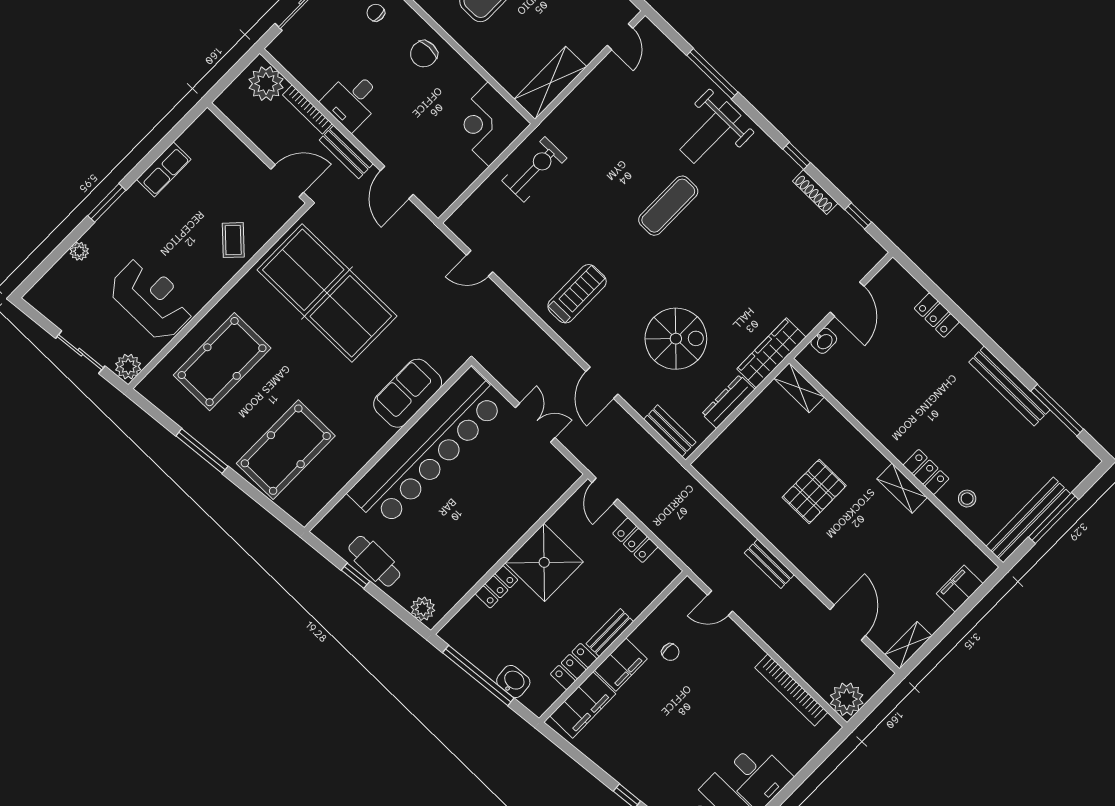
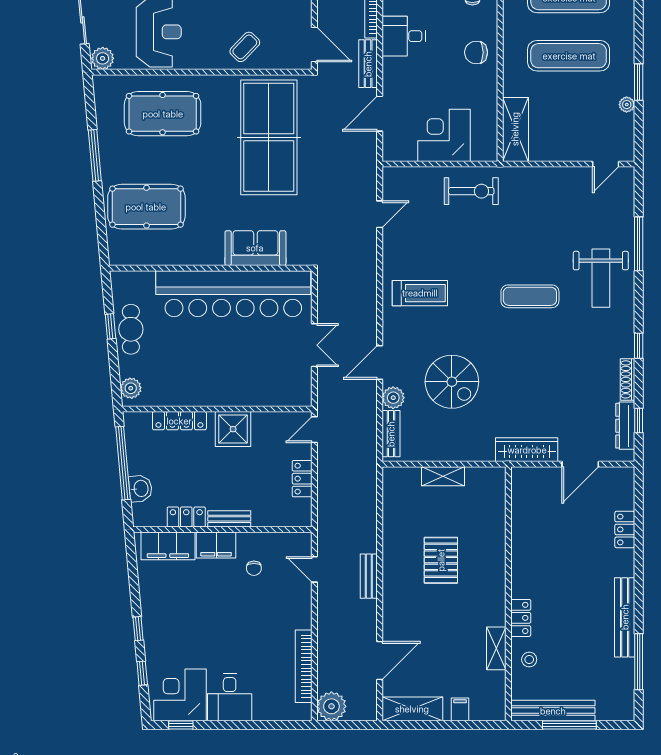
shelving: (550, 83) -> (515, 129), moved, turned 90
corner desk: (489, 124) -> (444, 135), moved
weight bench: (710, 133) -> (601, 278), turned -90
door: (480, 263) -> (380, 214), swing flipped
washbasin: (824, 341) -> (540, 475), removed
wardrobe: (771, 353) -> (527, 450), moved
shelving: (799, 388) -> (443, 476), moved, turned 90
plant: (642, 400) -> (393, 398), added
dresser: (728, 402) -> (625, 426), moved, turned -90
shelving: (902, 488) -> (496, 648), moved
pallet: (814, 491) -> (441, 560), turned 90
shower: (544, 562) -> (233, 429), width x0.73, depth x0.73
locker: (497, 587) -> (179, 421), width x1.53
filing cabinet: (960, 589) -> (460, 709), width x0.50
shelving: (908, 645) -> (412, 709), width x1.50, depth x1.33

